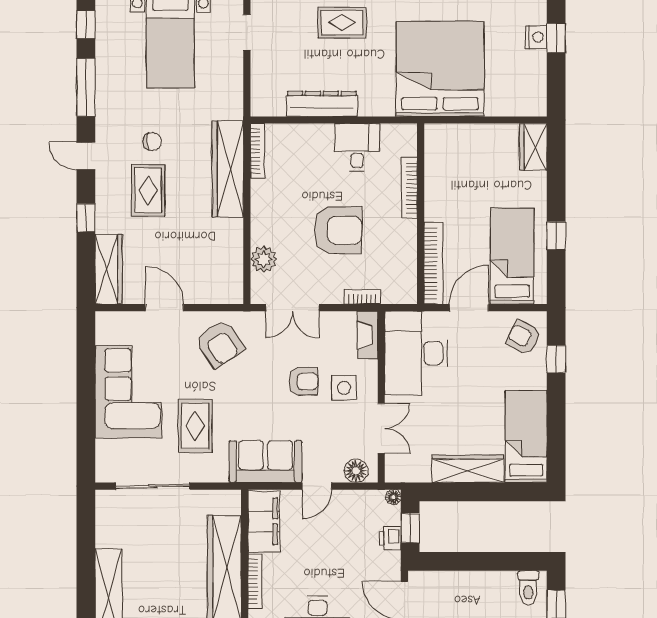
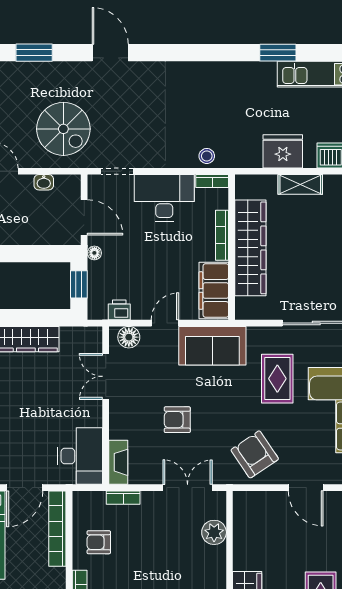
armchair: (338, 230) -> (99, 542), moved, width x0.53, depth x0.53
desk: (416, 353) -> (80, 456), width x0.73, depth x0.77
side table: (344, 388) -> (140, 414), removed
floor lamp: (393, 497) -> (94, 253), moved
printer: (390, 538) -> (119, 310), moved, turned -90

